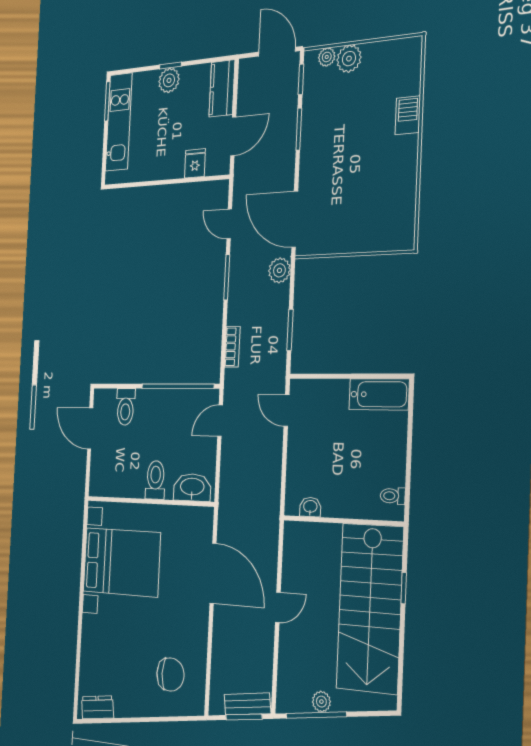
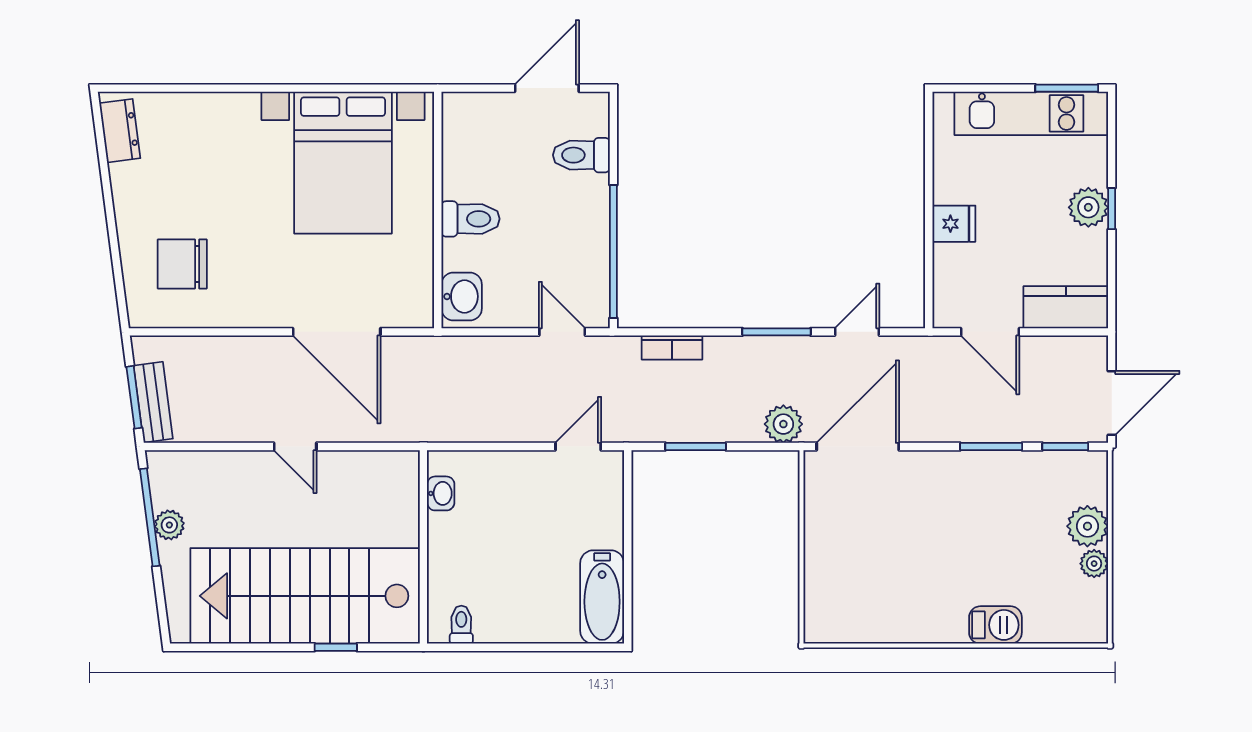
plant: (327, 57) -> (1094, 564), moved
fridge: (195, 163) -> (954, 224), moved
washbasin: (192, 487) -> (462, 296), width x0.72
door: (213, 573) -> (337, 332), hinge flipped
chair: (170, 674) -> (182, 264), turned 90

